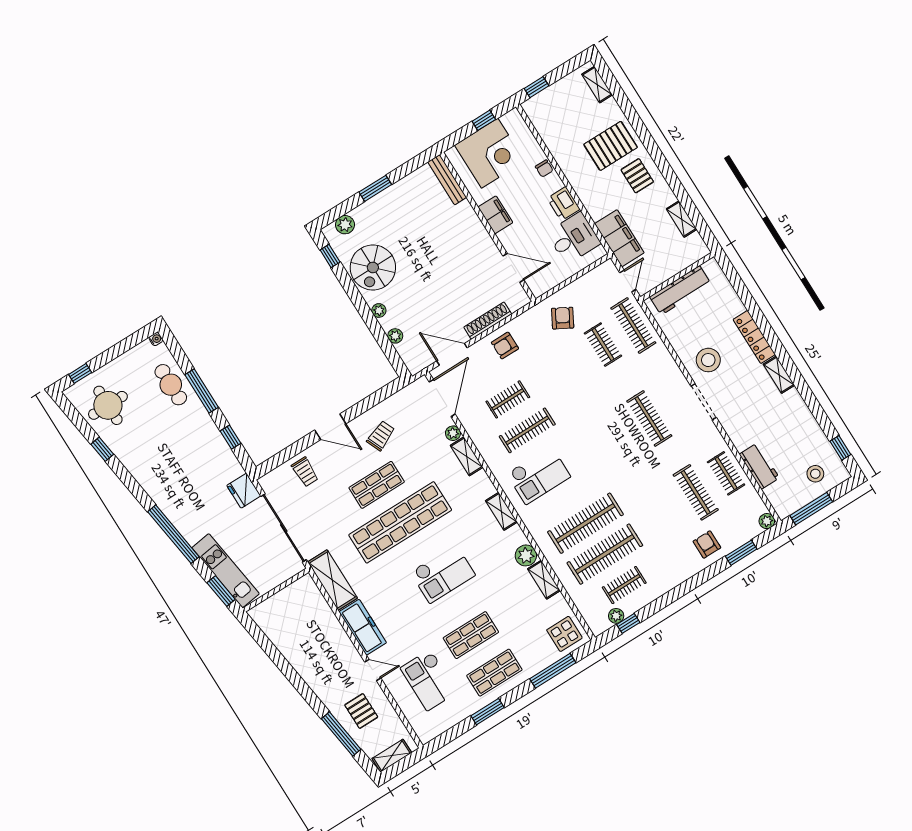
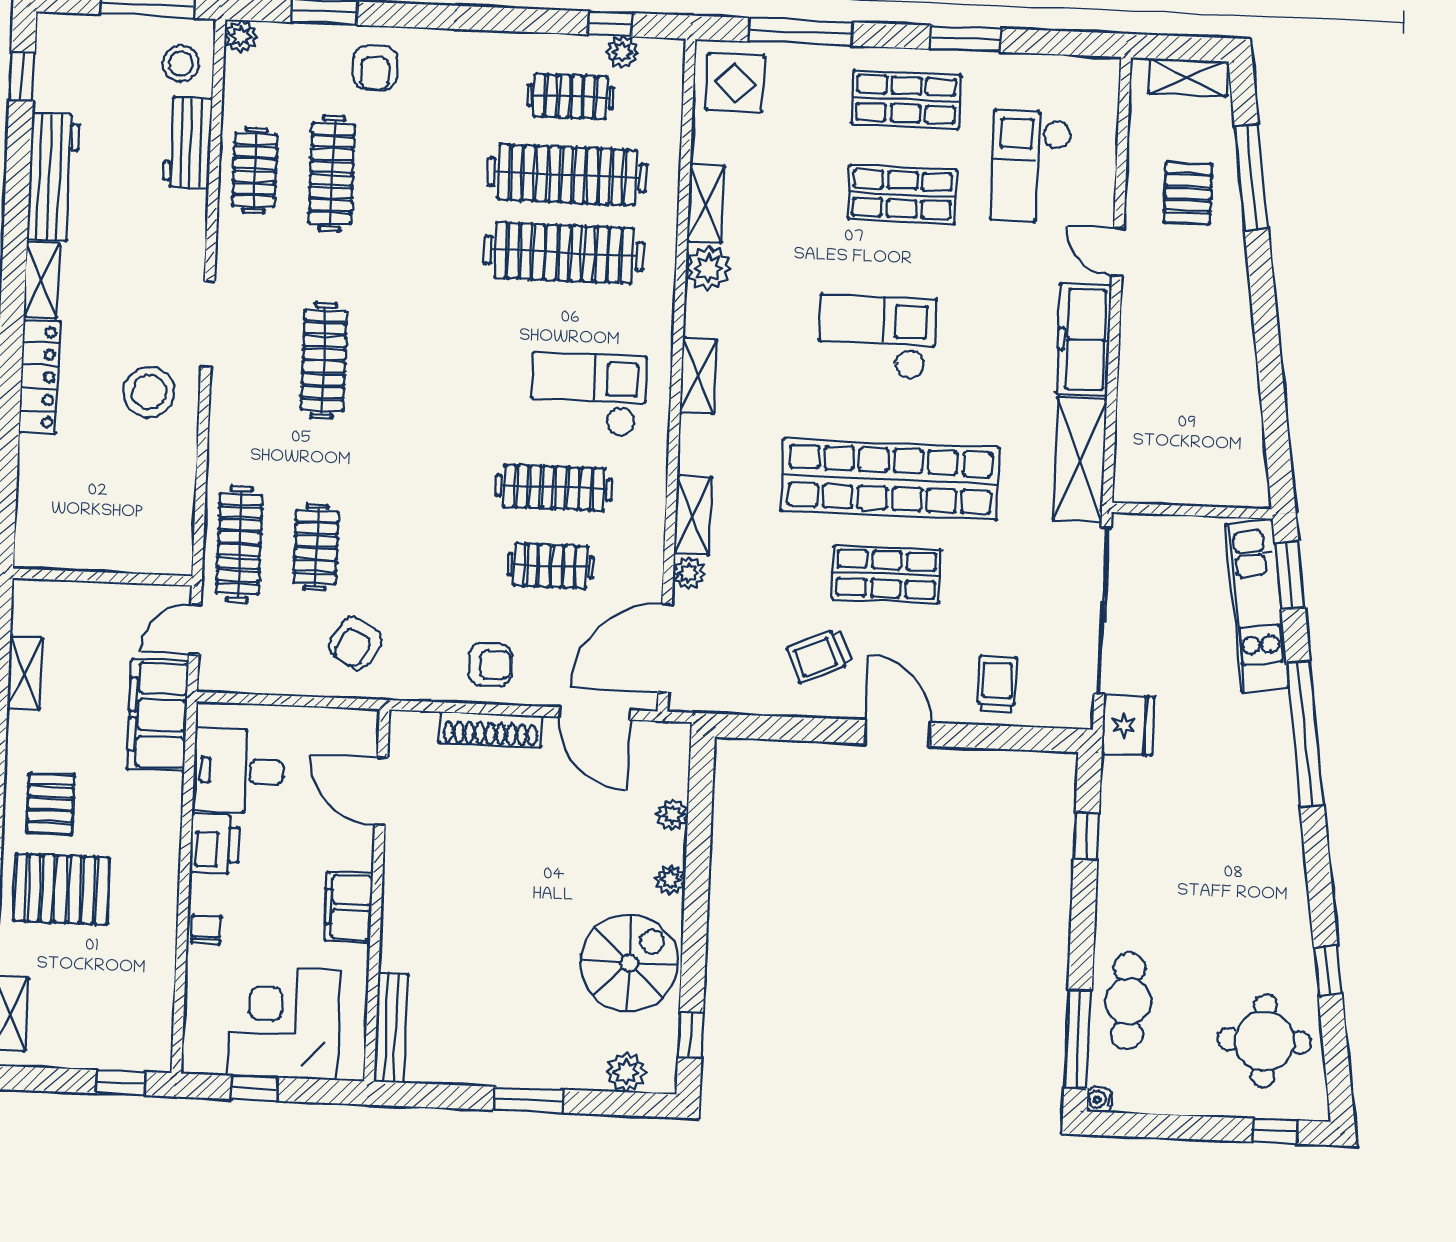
workbench: (680, 290) -> (53, 177), moved, turned 90
window: (202, 391) -> (1078, 1039), moved
stool: (815, 474) -> (181, 64), moved
checkout: (429, 680) -> (1031, 166), turned 180

